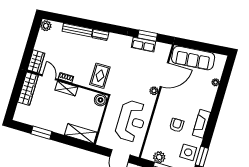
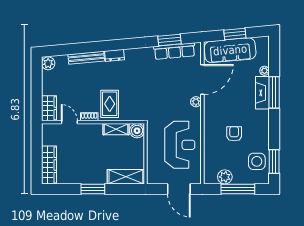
row of seats: (143, 45) -> (174, 51), width x1.48
window: (201, 46) -> (235, 34), added
rug: (100, 76) -> (110, 104), moved
wardrobe: (28, 89) -> (49, 165), moved
shelving: (66, 89) -> (116, 129), moved
window: (218, 102) -> (274, 92), added
fireplace: (201, 124) -> (262, 93), moved
window: (41, 133) -> (93, 189), moved

